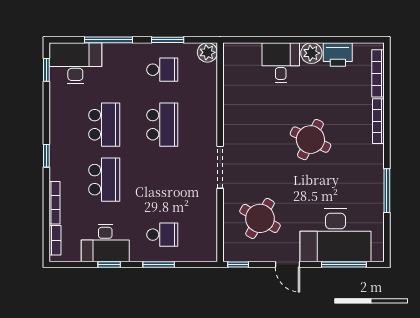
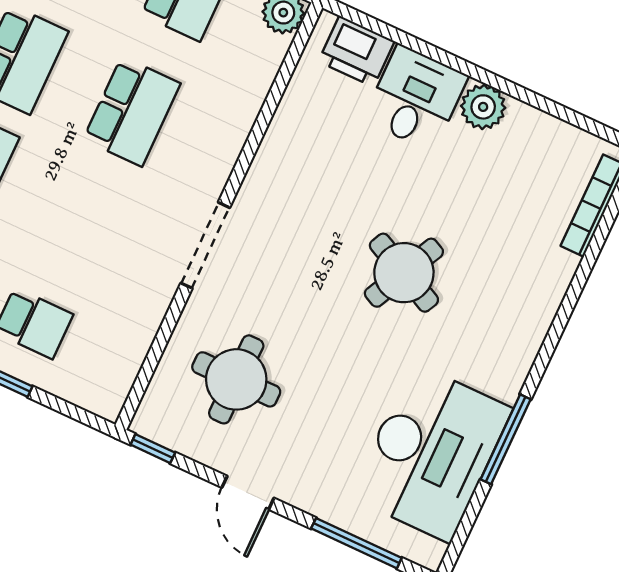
printer: (338, 54) -> (356, 51), moved
bookcase: (378, 121) -> (551, 298), removed
round table: (260, 218) -> (236, 379), turned -30
desk: (336, 235) -> (431, 453), moved, turned -90

